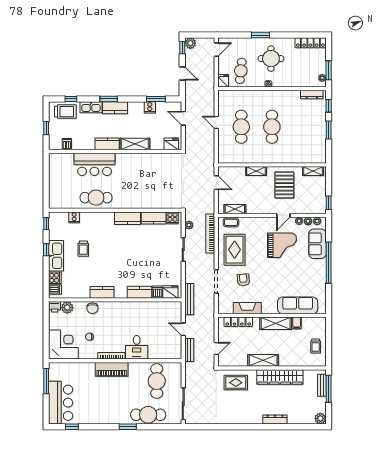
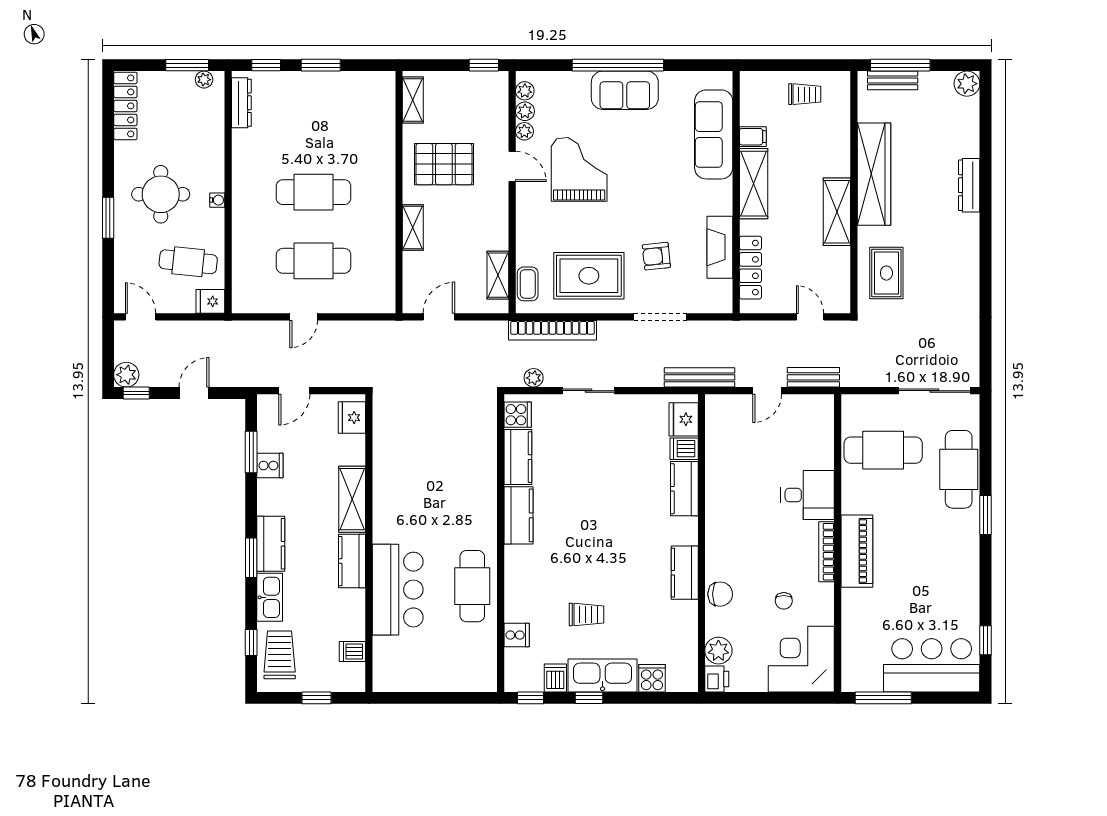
sofa: (317, 244) -> (625, 90), moved
dishwasher: (55, 289) -> (555, 678), moved

